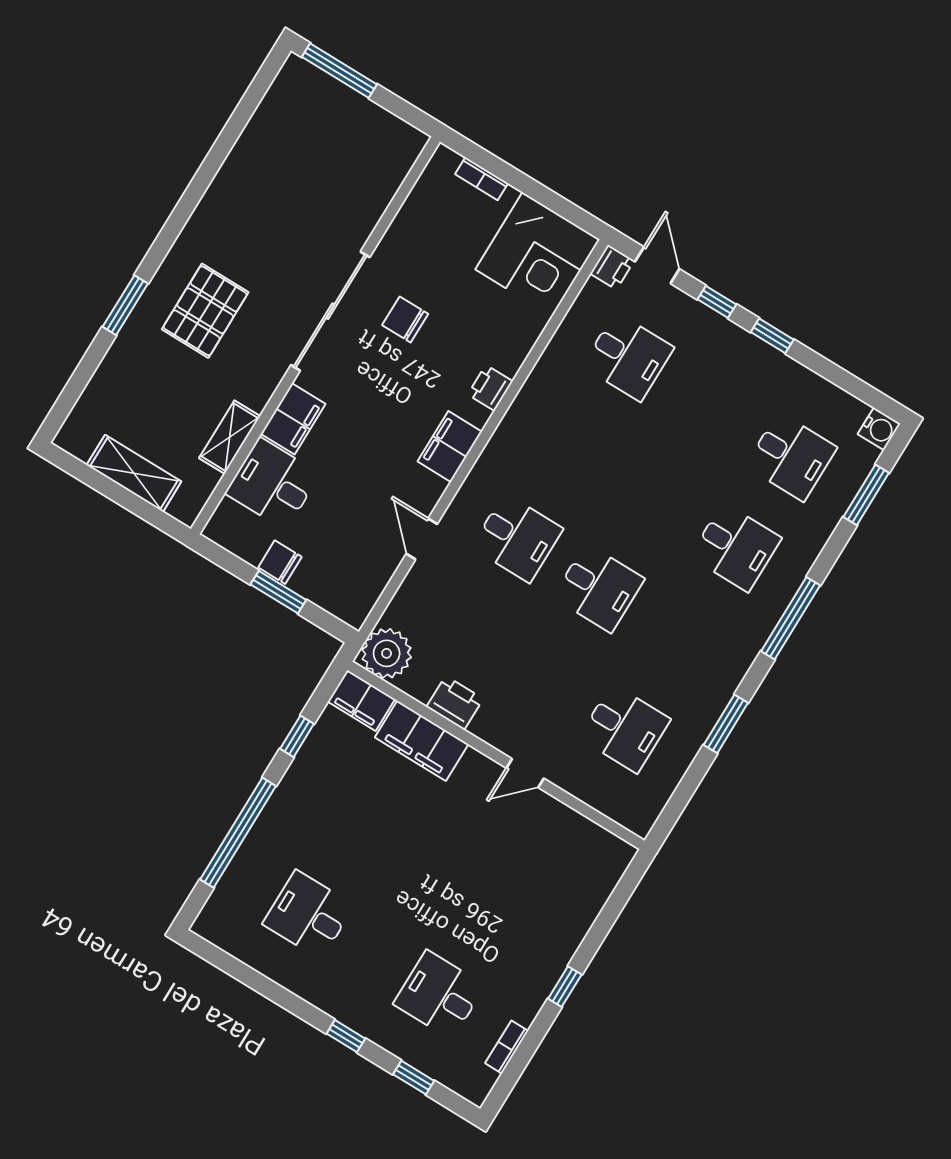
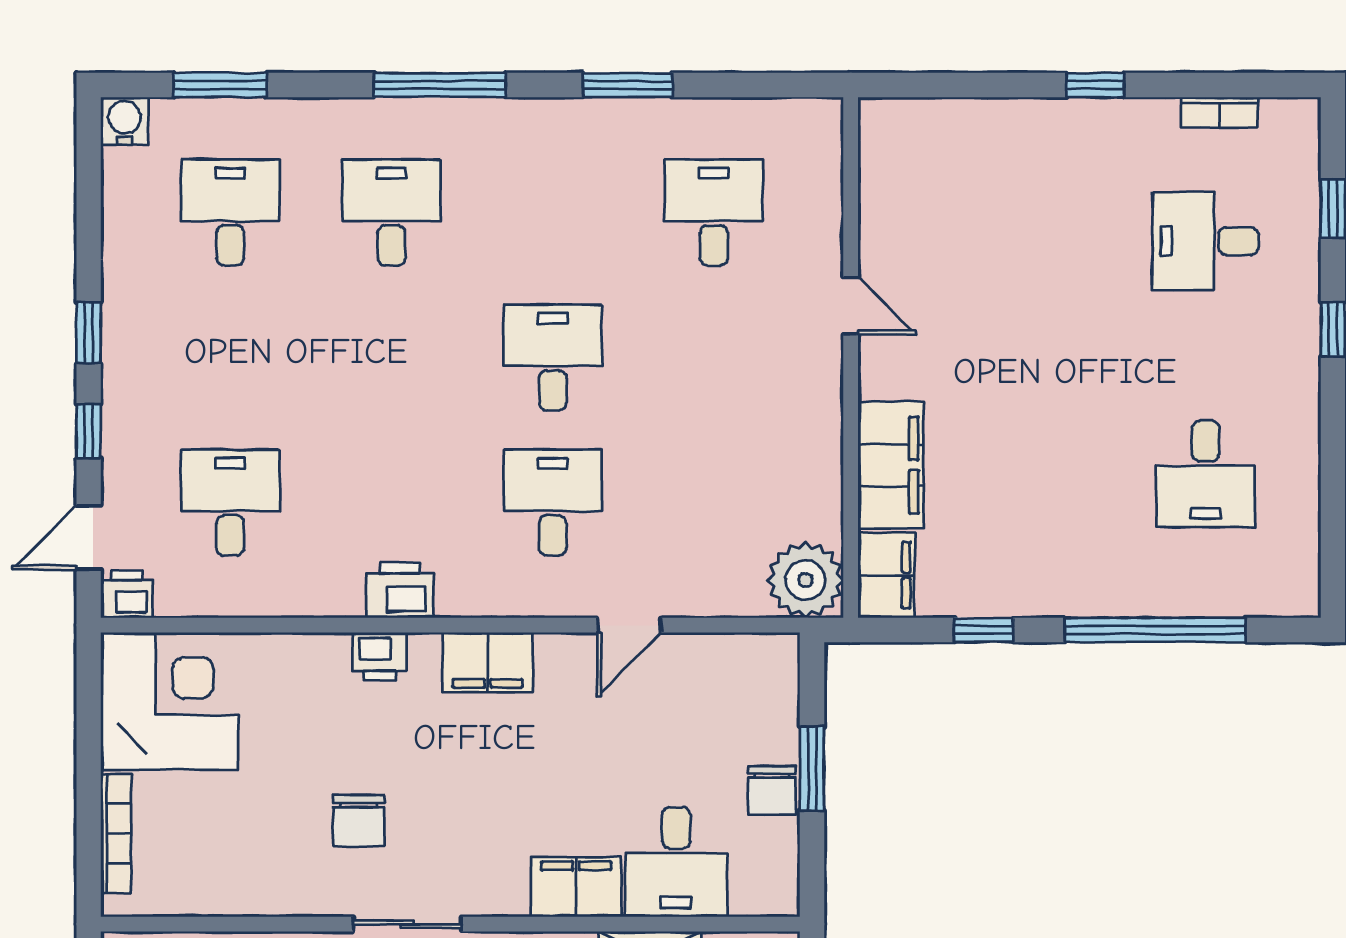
bookcase: (482, 179) -> (116, 833), width x1.56
sliding door: (330, 311) -> (407, 924), width x0.54
printer: (455, 703) -> (400, 590), moved, turned 90
desk: (439, 995) -> (1206, 241), turned 90

